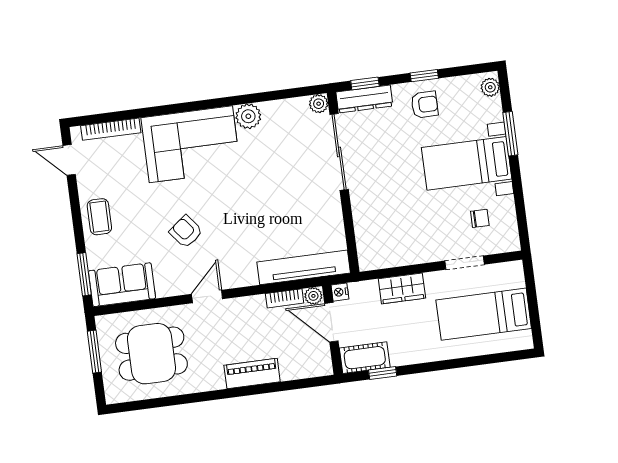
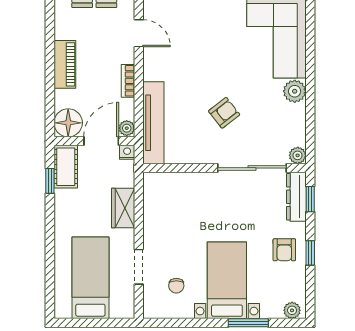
armchair: (186, 232) -> (224, 113), moved
bookcase: (285, 298) -> (128, 81), moved
floor lamp: (316, 361) -> (68, 123), added

